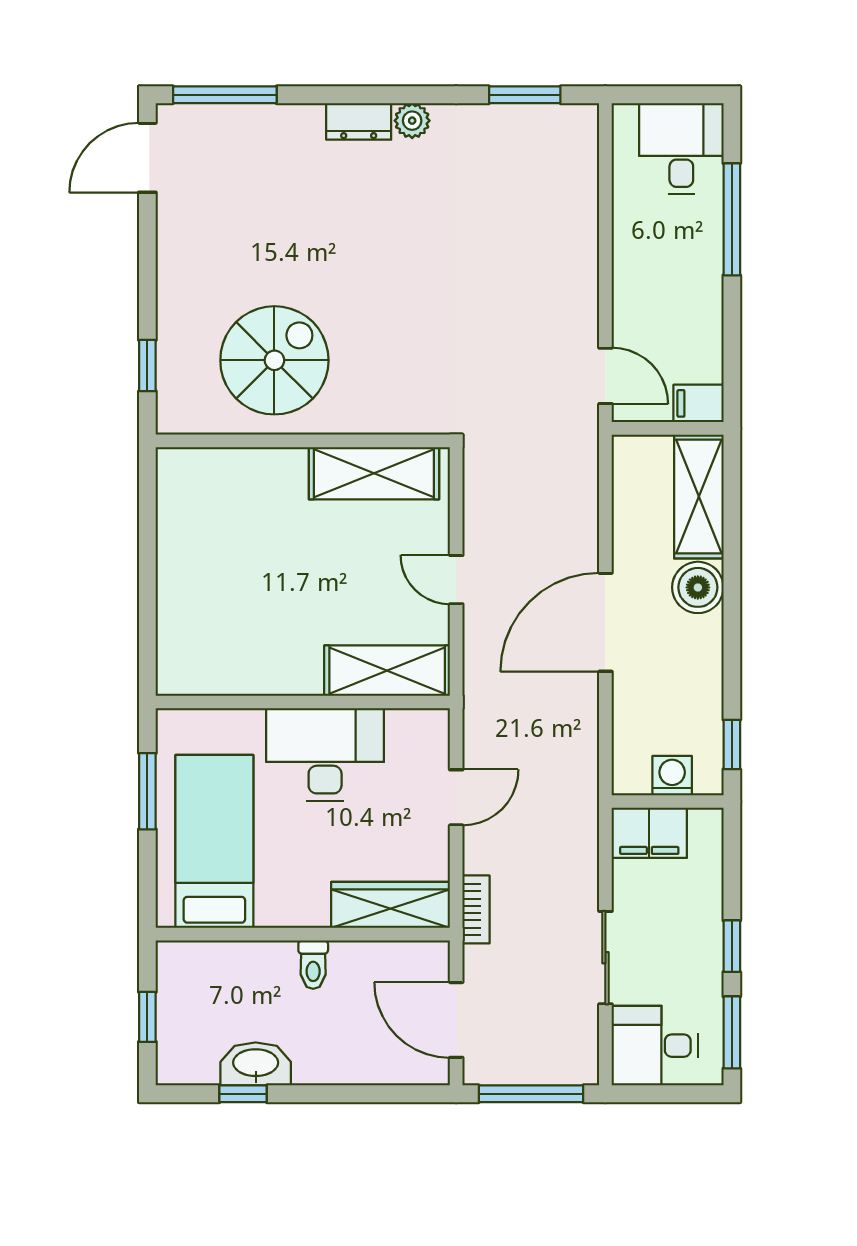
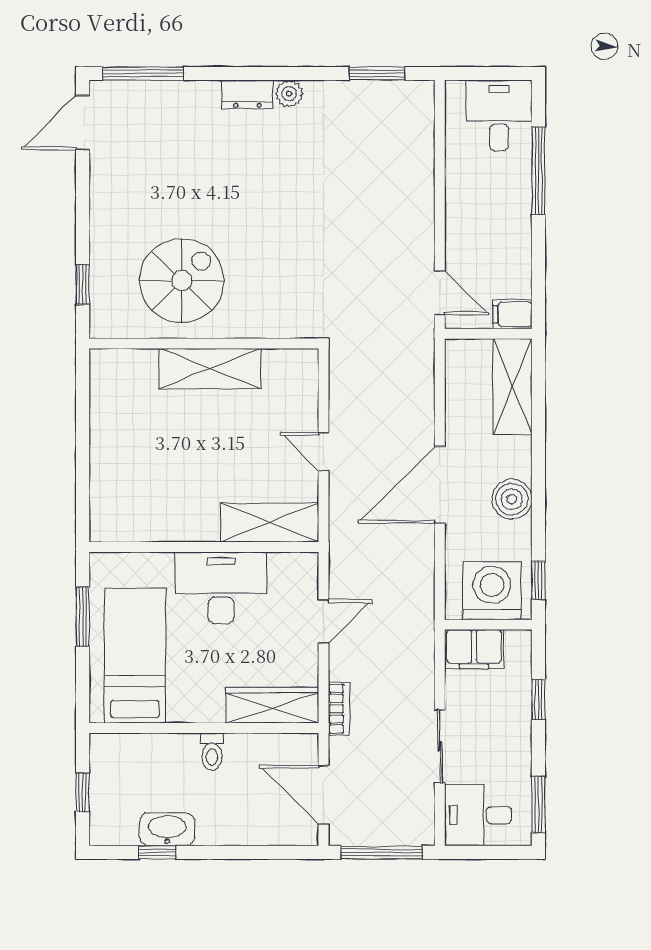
shelving: (374, 473) -> (210, 369), moved
boiler: (698, 587) -> (512, 499), moved
washing machine: (672, 776) -> (492, 591), width x1.89, depth x1.89
window: (732, 946) -> (538, 699), moved

